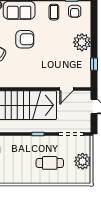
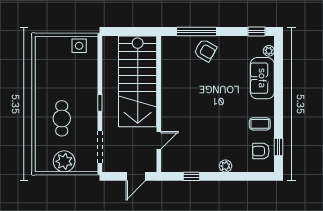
armchair: (25, 39) -> (224, 86), removed
plant: (82, 42) -> (225, 166), width x0.53, depth x0.53
door: (67, 89) -> (159, 140), swing flipped

